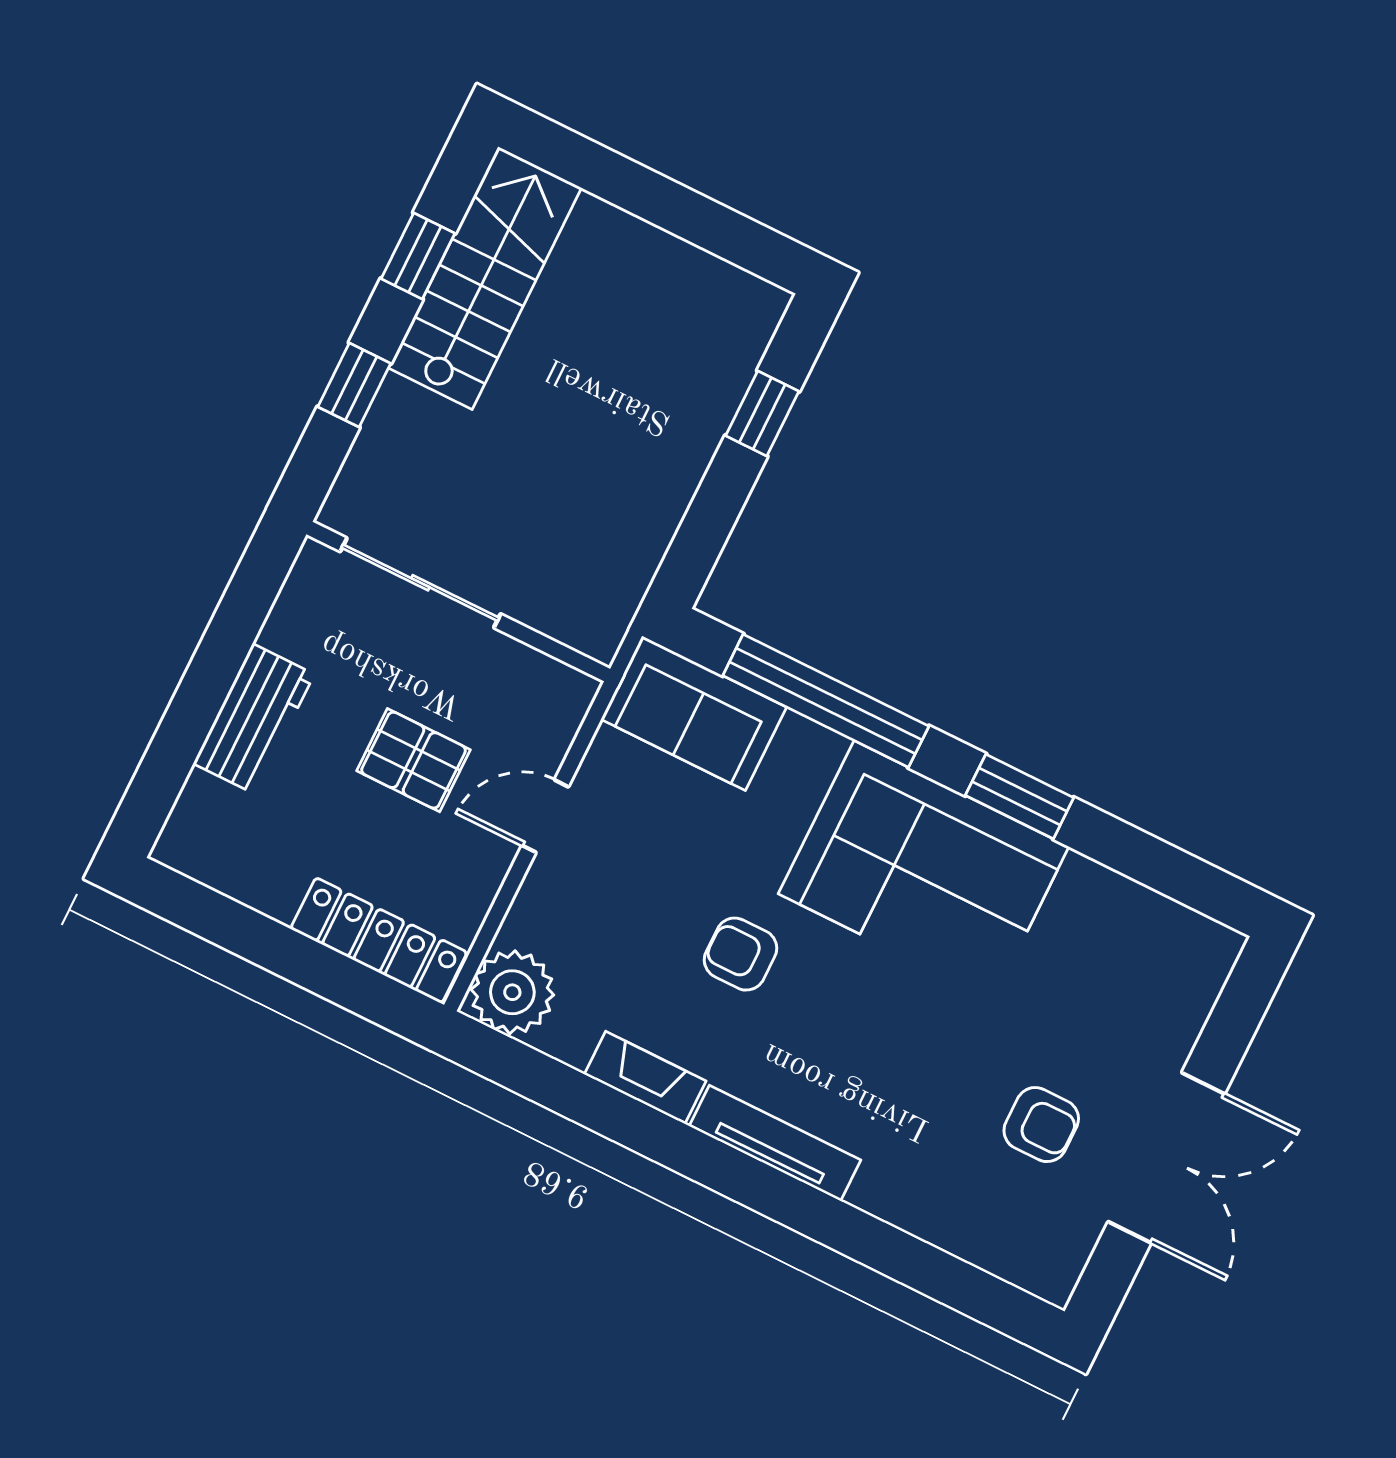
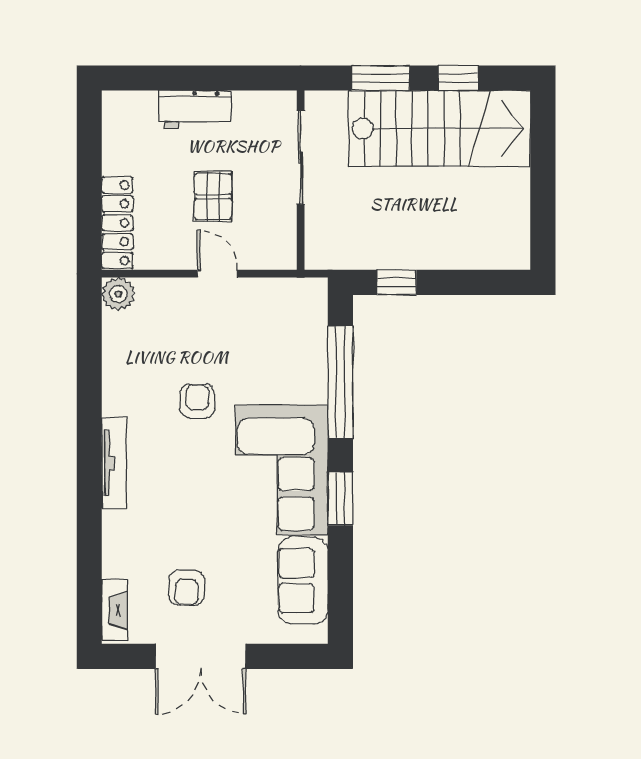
stairs: (485, 278) -> (439, 128), width x1.36, depth x1.51
window: (354, 385) -> (380, 78), width x1.50
window: (762, 414) -> (397, 282), moved
sofa: (694, 713) -> (303, 581), moved
plant: (512, 992) -> (118, 294), width x0.73, depth x0.73
fireplace: (645, 1078) -> (115, 610), moved

